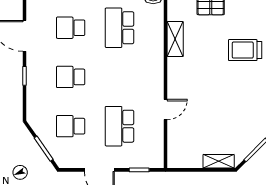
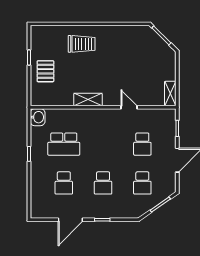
shelving: (175, 39) -> (88, 100), moved
trolley: (245, 50) -> (82, 44), turned -90
school desk: (119, 126) -> (142, 144), width x0.54
shelving: (219, 161) -> (170, 94), moved

